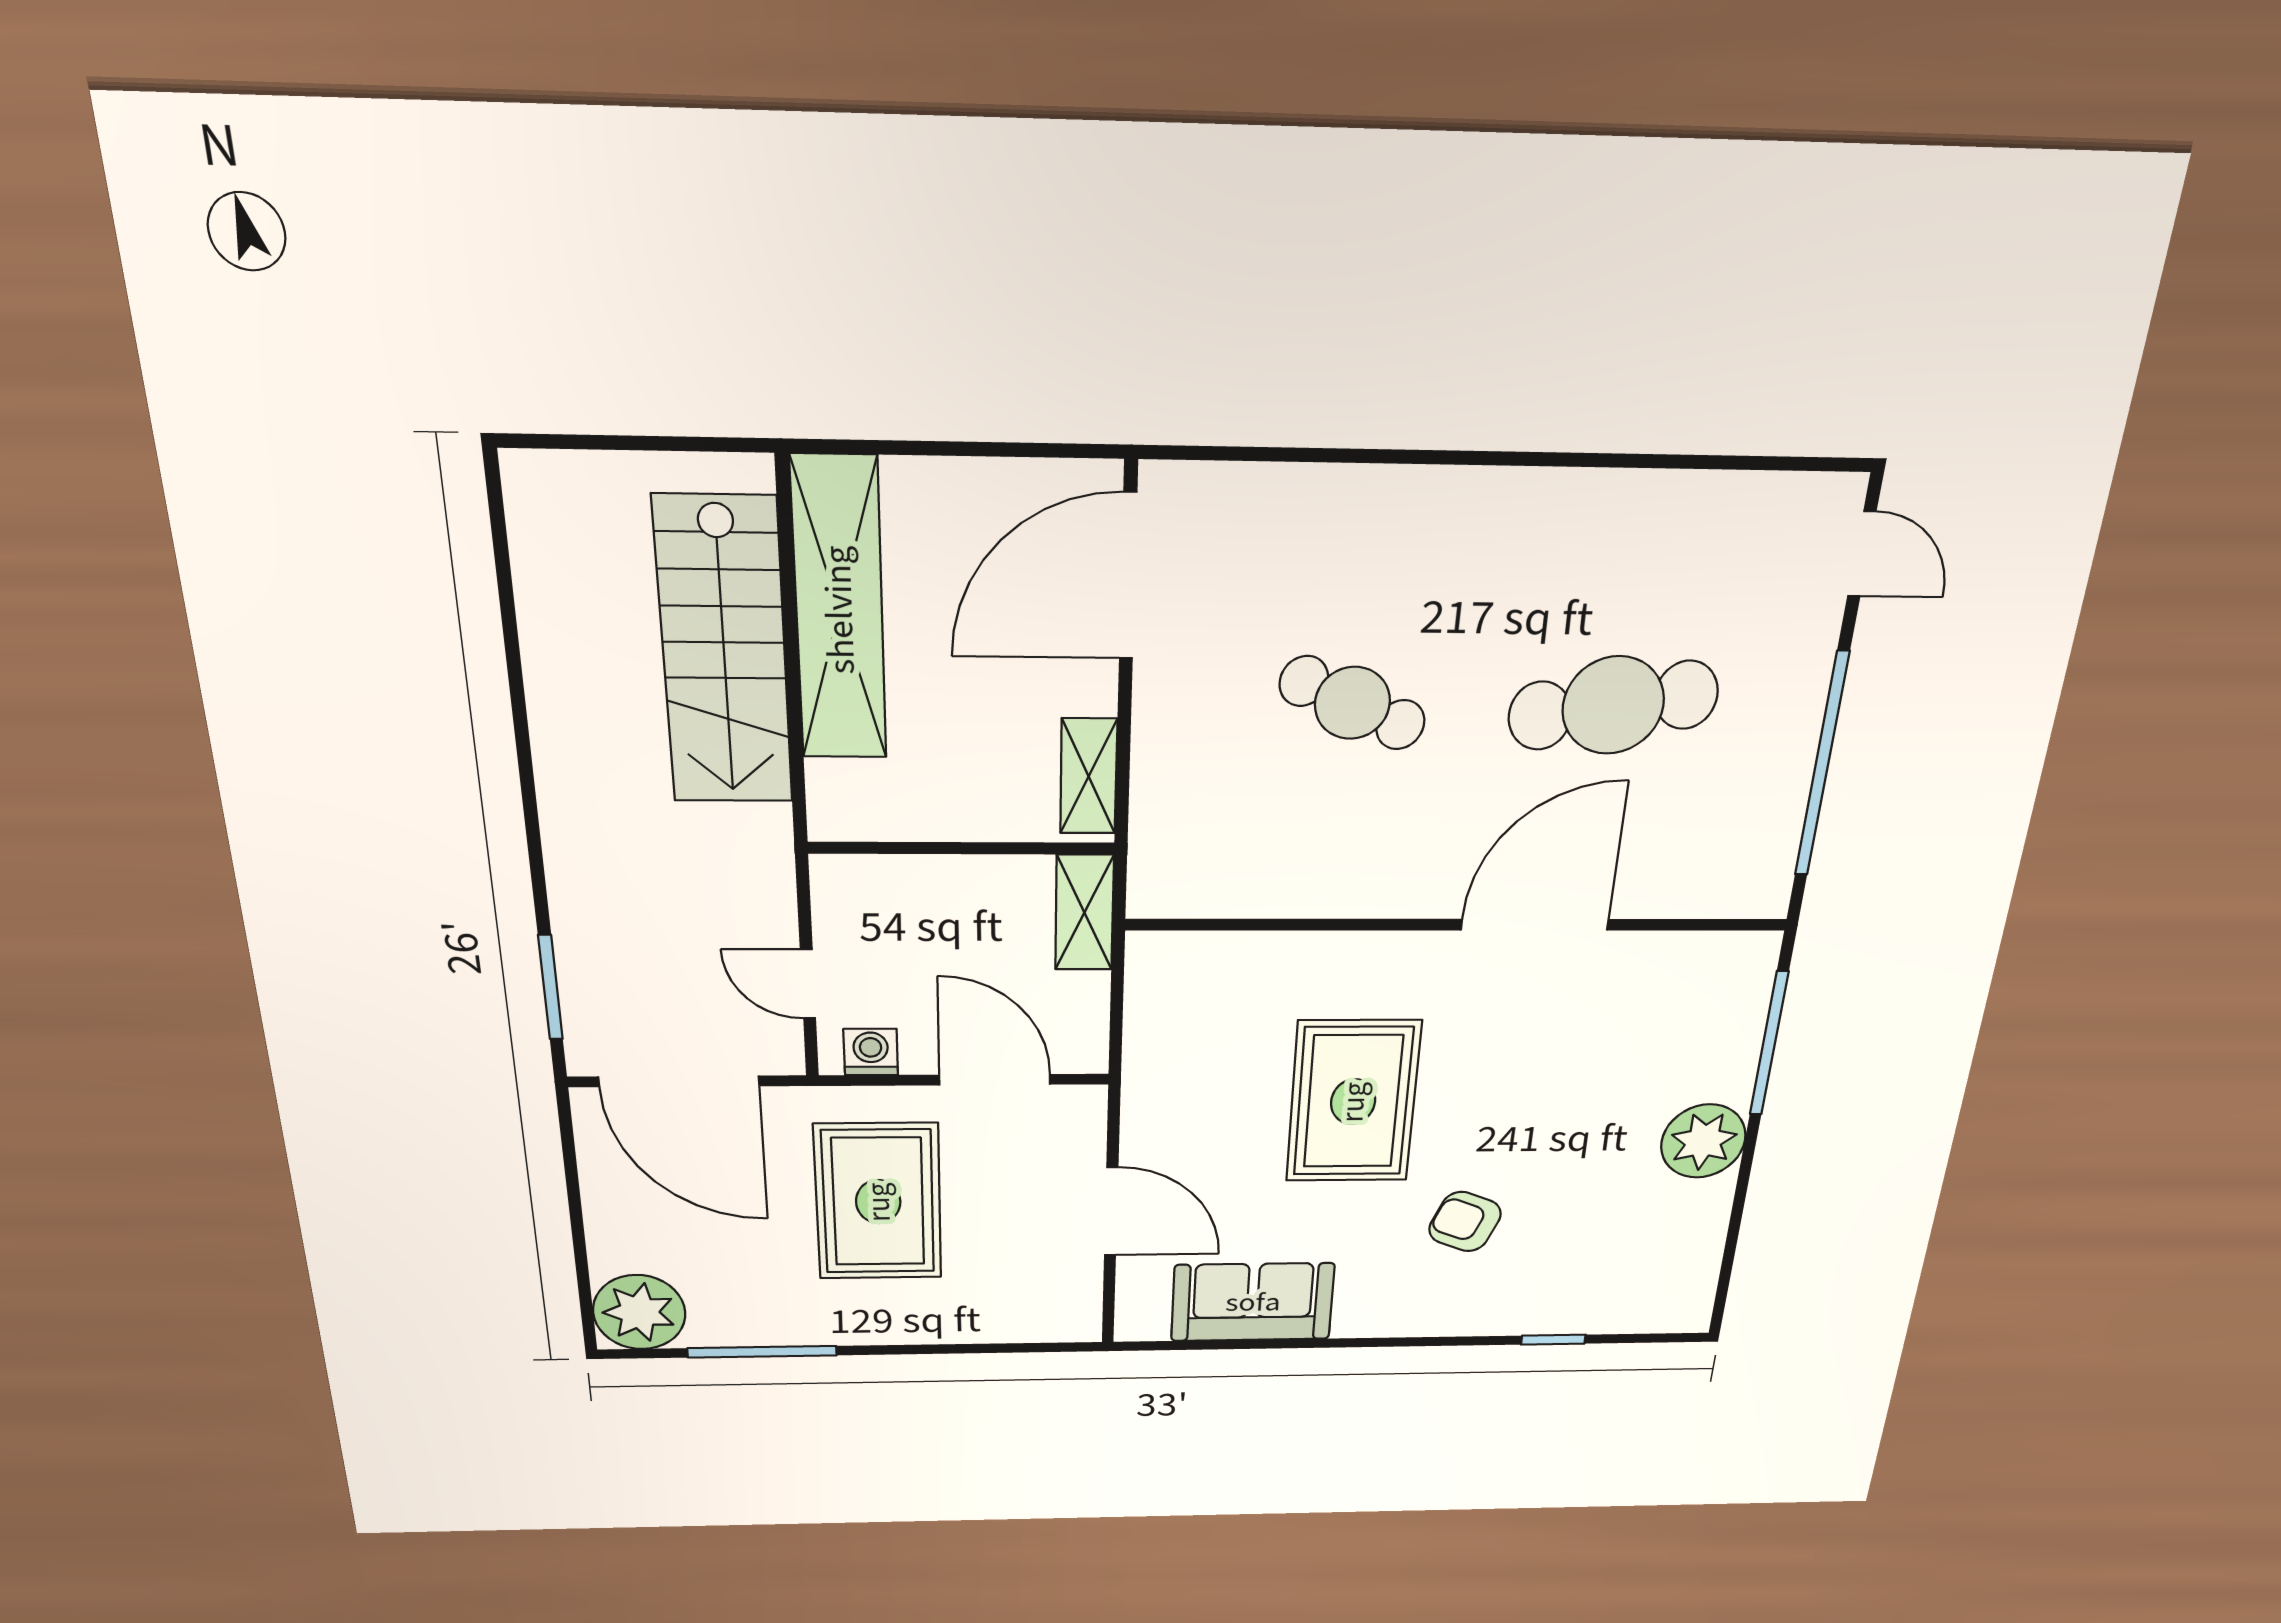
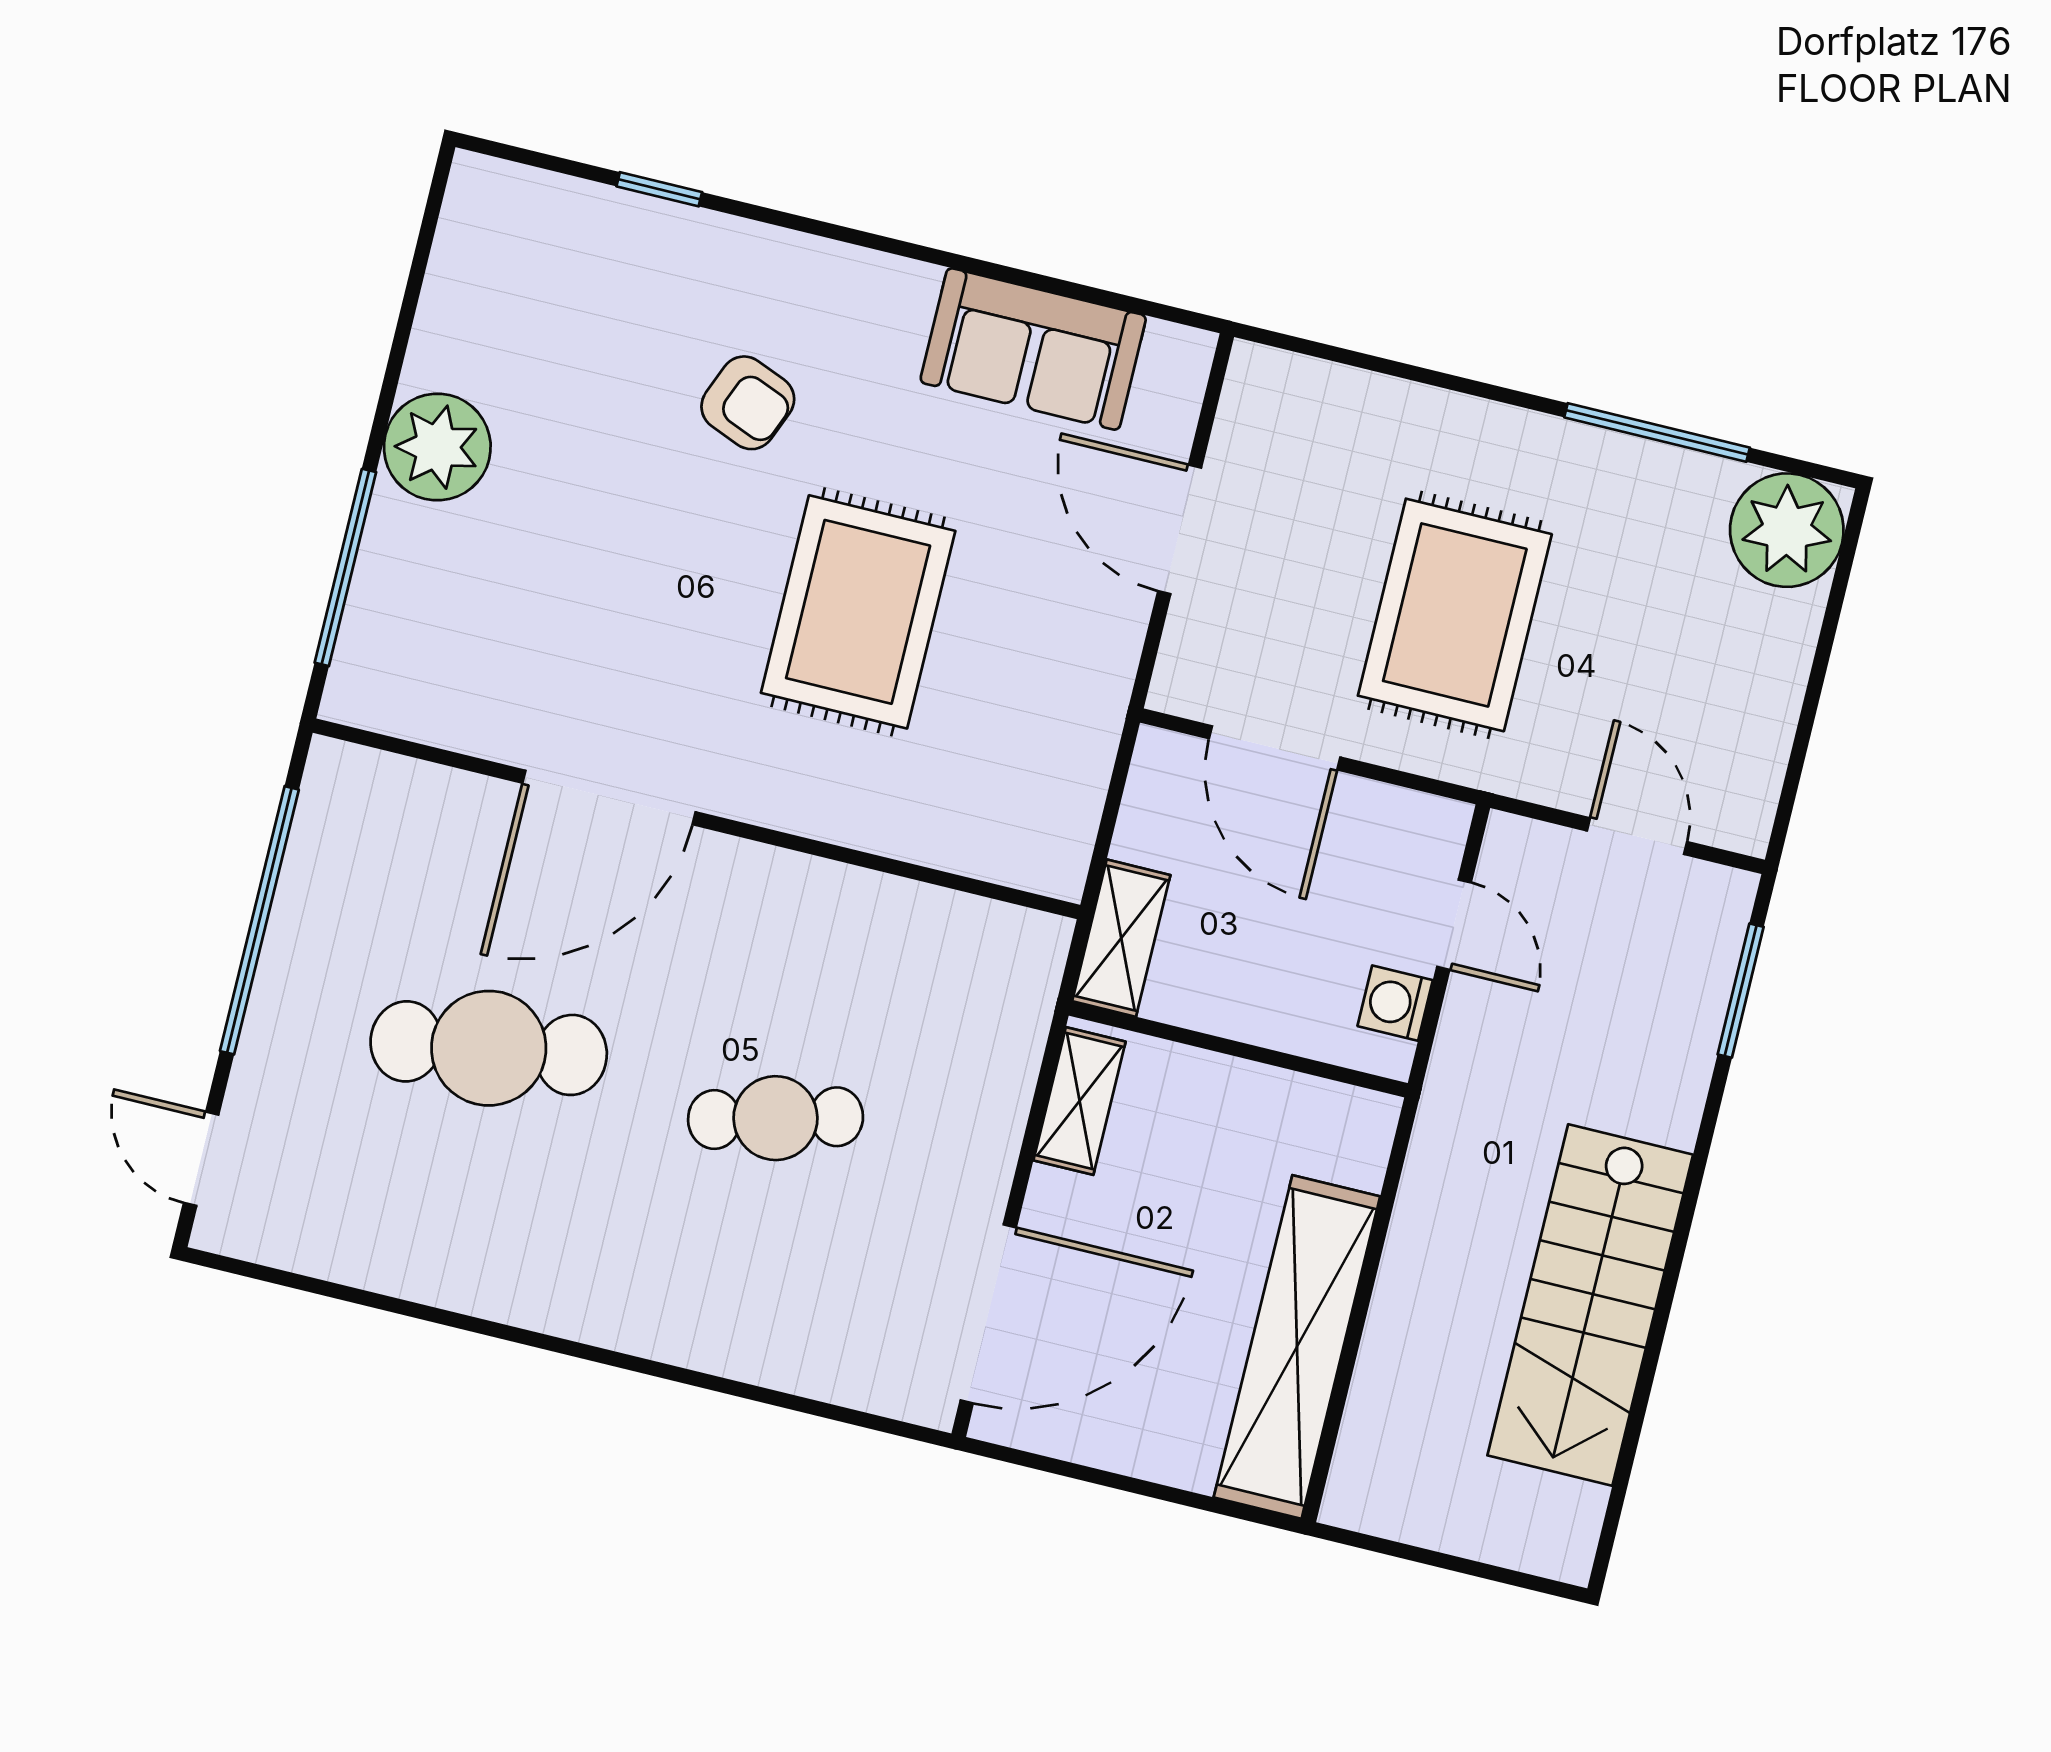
stairs: (724, 652) -> (1590, 1305), moved, turned 180
cafe table: (1352, 703) -> (776, 1118), turned -39
washing machine: (871, 1052) -> (1395, 1003), moved, turned 90
door: (679, 1081) -> (1637, 836), width x0.53

